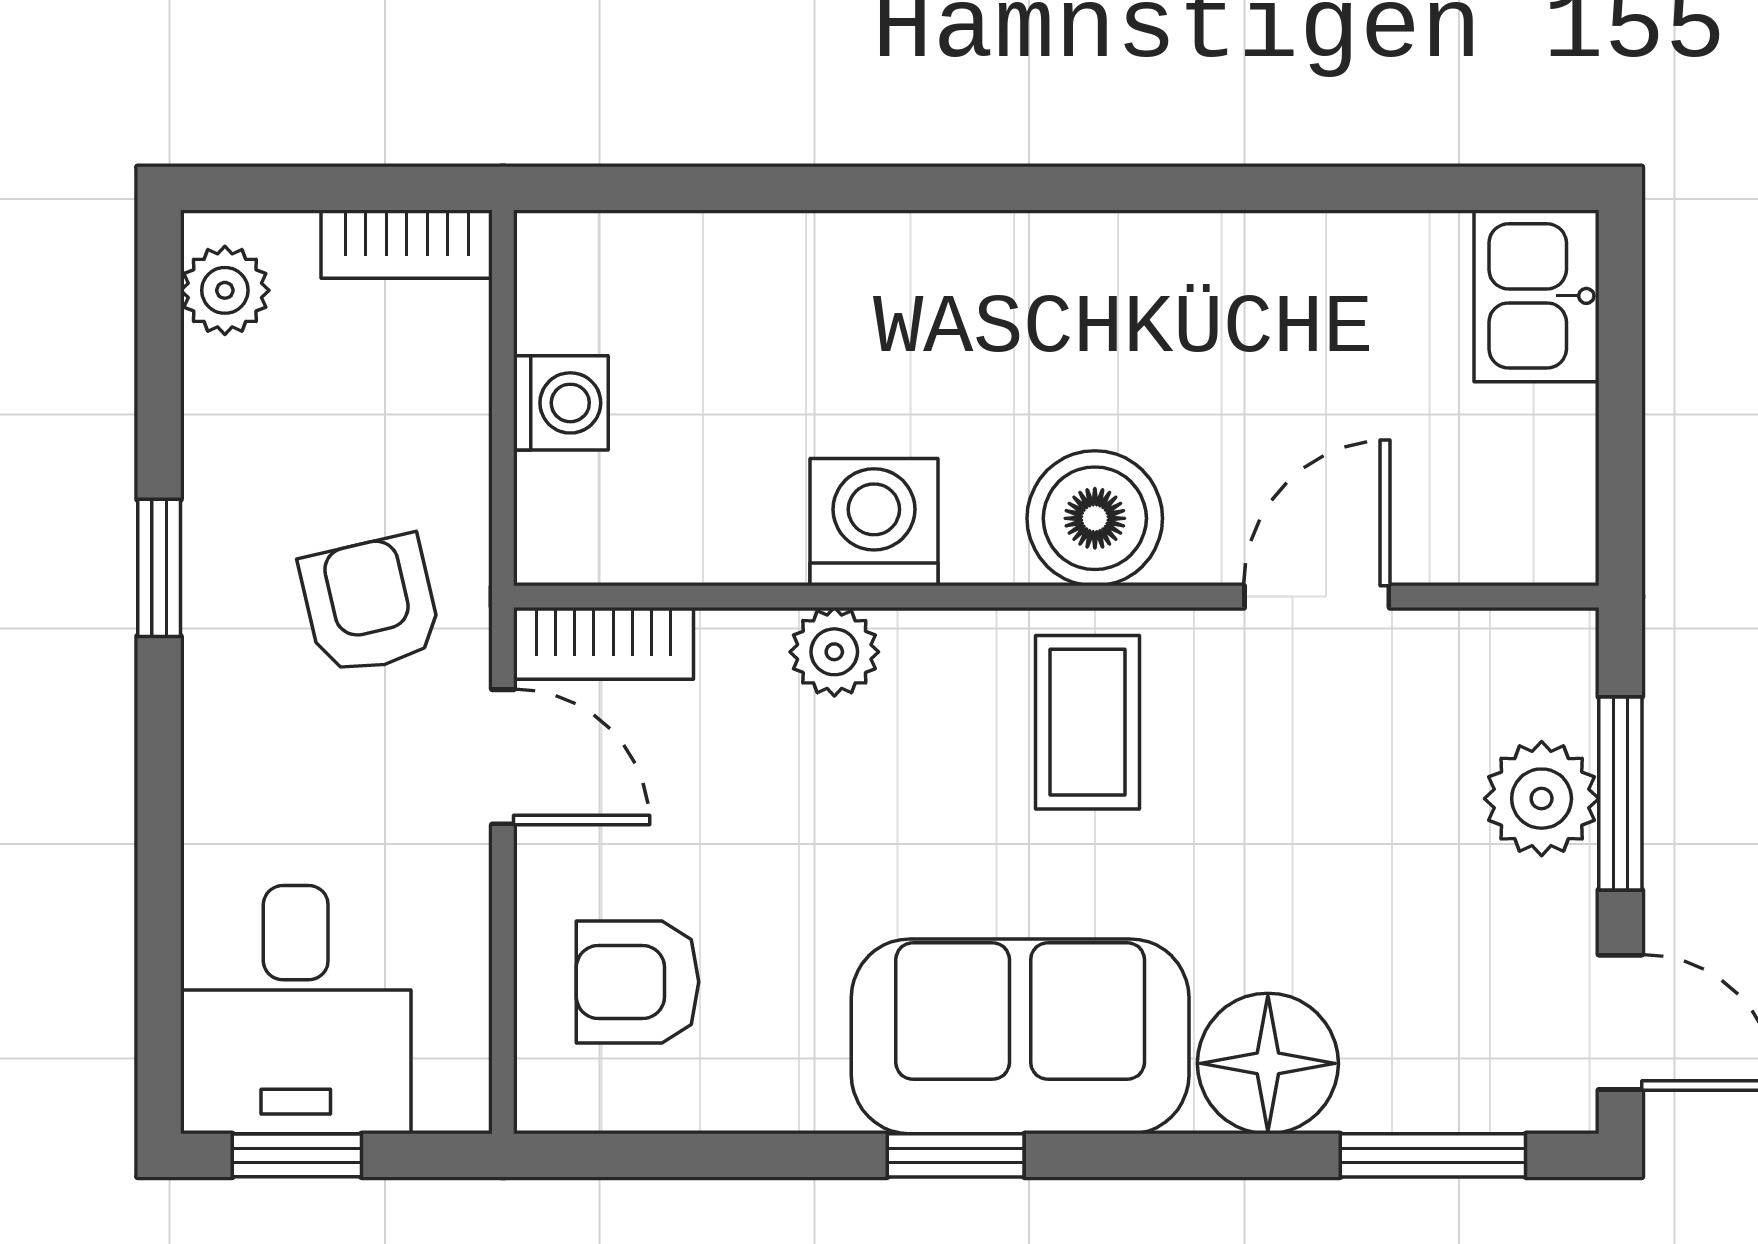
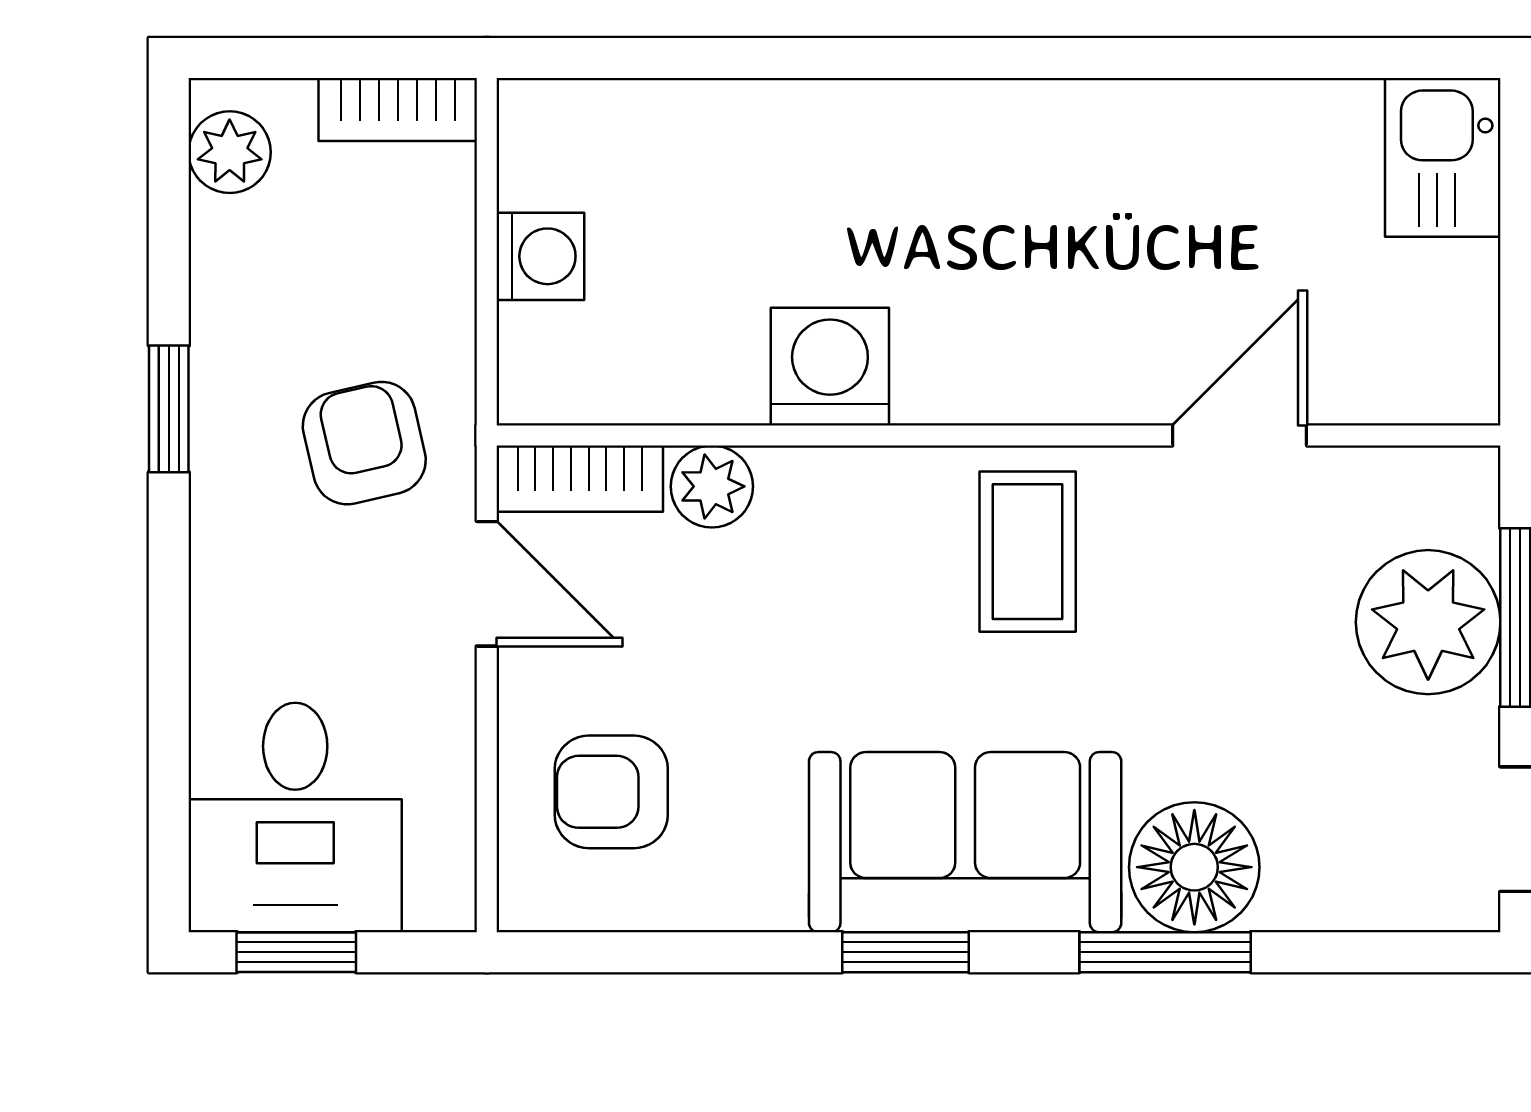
boiler: (1095, 518) -> (1034, 363), removed
plant: (834, 652) -> (712, 486), moved
plant: (1542, 799) -> (1428, 622), width x1.36, depth x1.36
window: (1433, 1155) -> (1165, 952), moved

